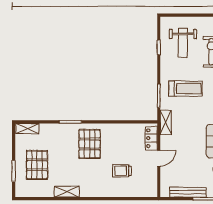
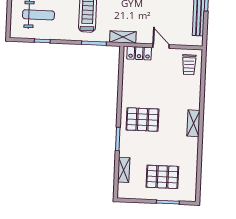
shelving: (27, 129) -> (124, 170), moved
trolley: (122, 171) -> (189, 65), moved
shelving: (67, 192) -> (193, 123), moved

